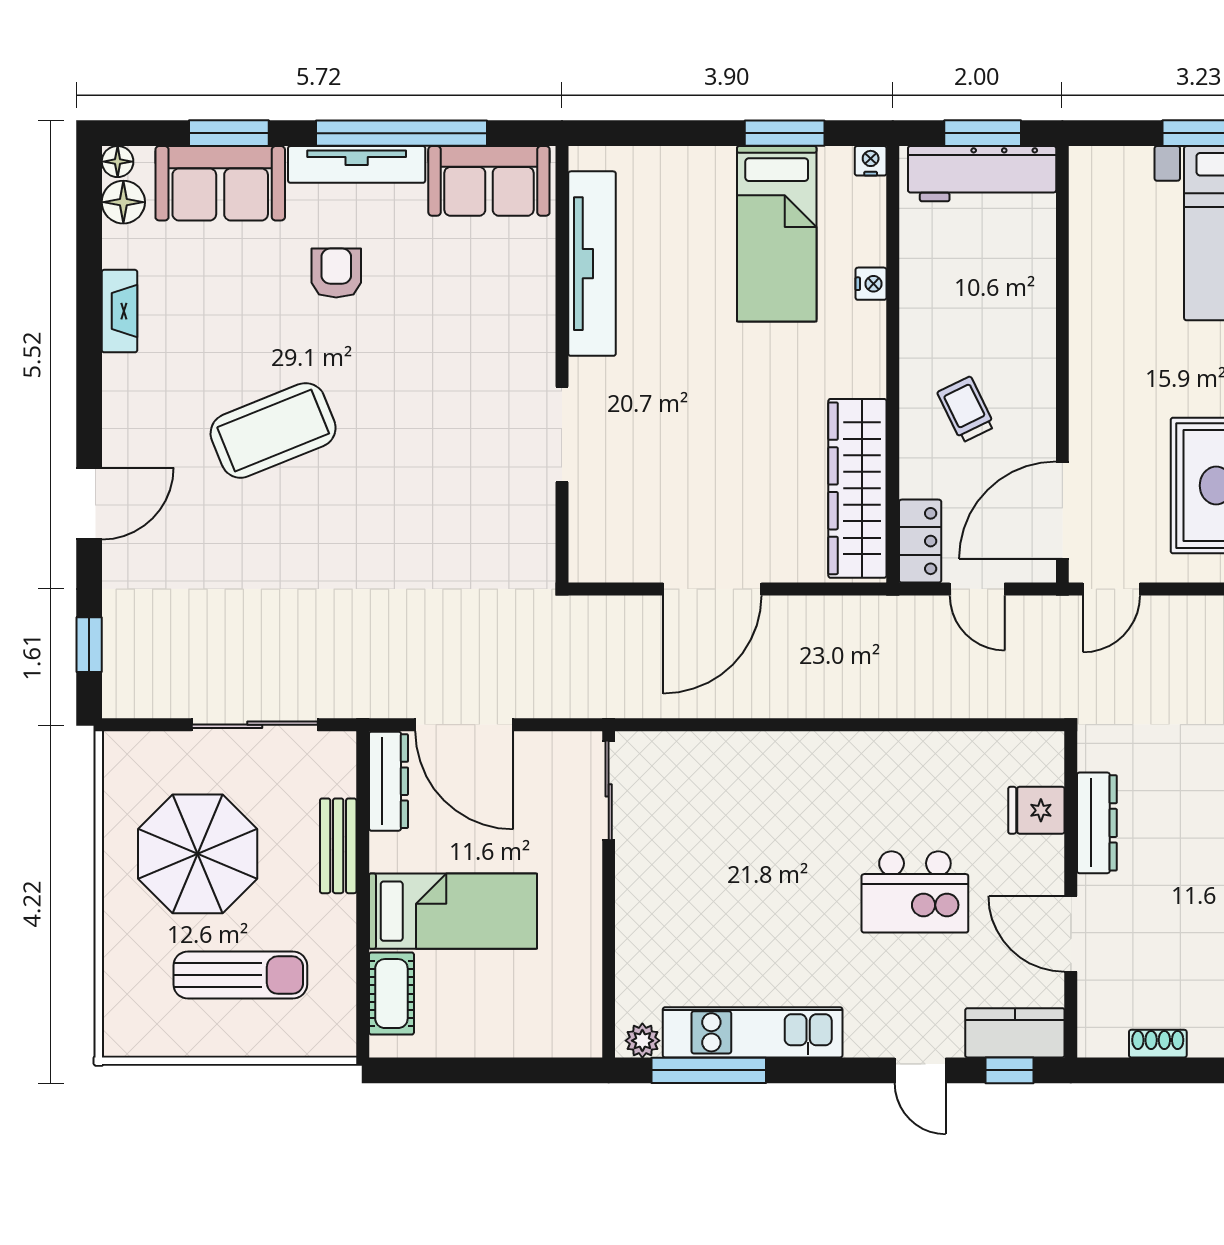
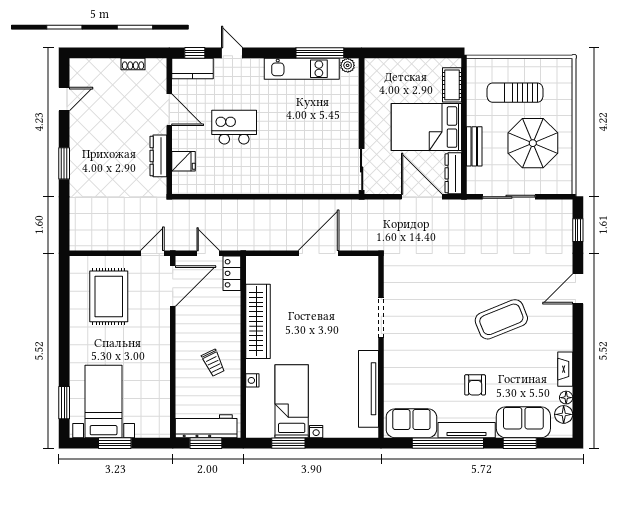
nightstand: (871, 161) -> (316, 432), moved
floor lamp: (118, 162) -> (566, 398), moved
trolley: (966, 410) -> (213, 363), moved
wardrobe: (857, 488) -> (258, 321), moved
bed: (453, 911) -> (426, 127), width x1.50

